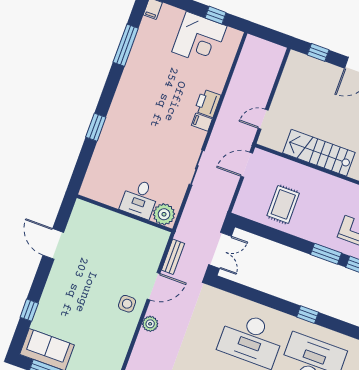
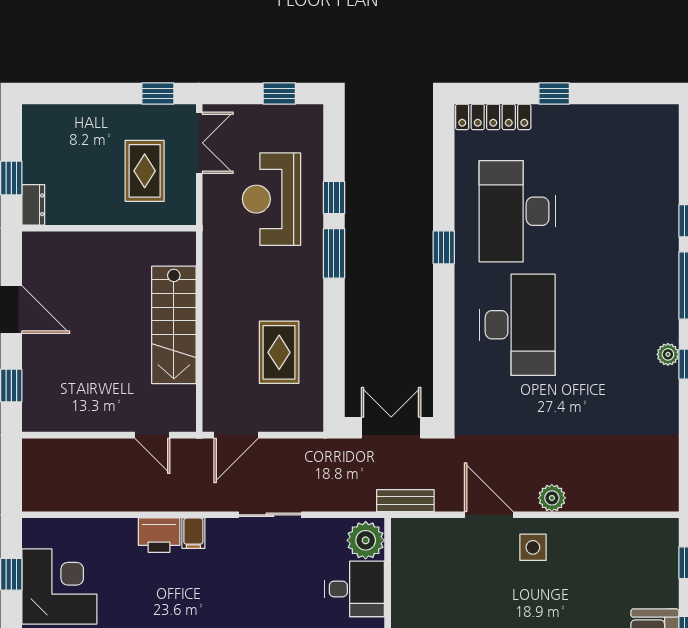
door: (247, 165) -> (236, 435), hinge flipped
rug: (283, 204) -> (279, 352), turned 90
bench: (173, 257) -> (405, 501), moved

